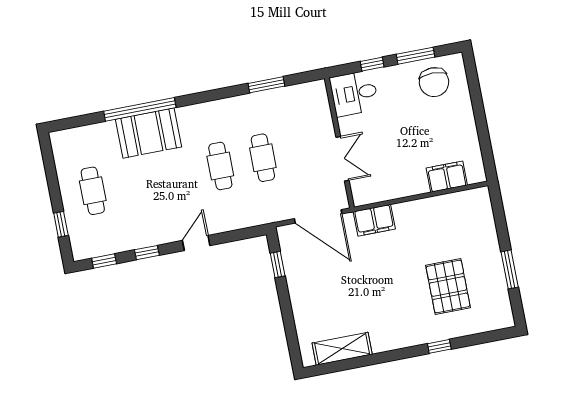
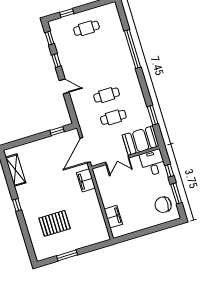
booth: (148, 133) -> (141, 141), moved, turned 90
window: (439, 346) -> (17, 205), moved

